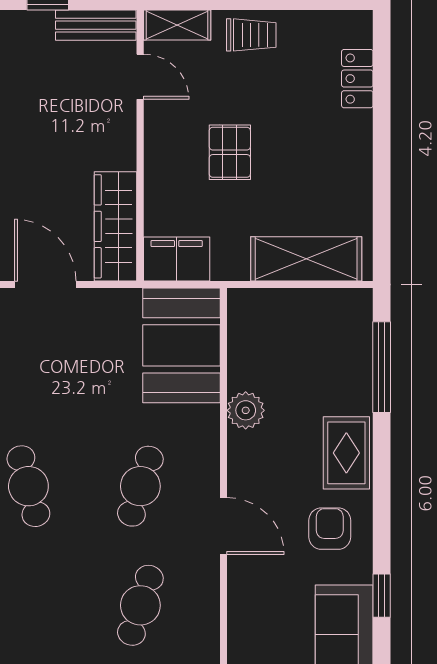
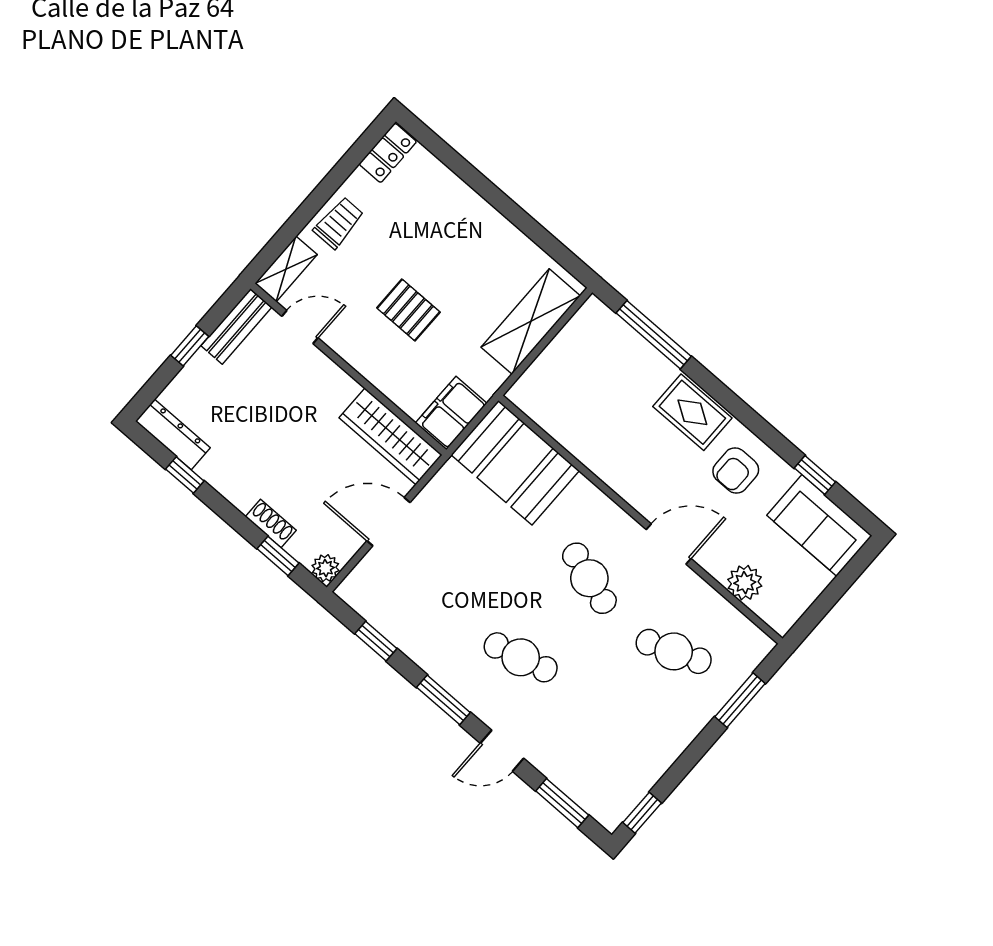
locker: (357, 79) -> (388, 153), moved, turned -90
plant: (246, 410) -> (745, 583), moved
armchair: (330, 529) -> (736, 470), turned -90
cafe table: (140, 605) -> (674, 651), turned -39

